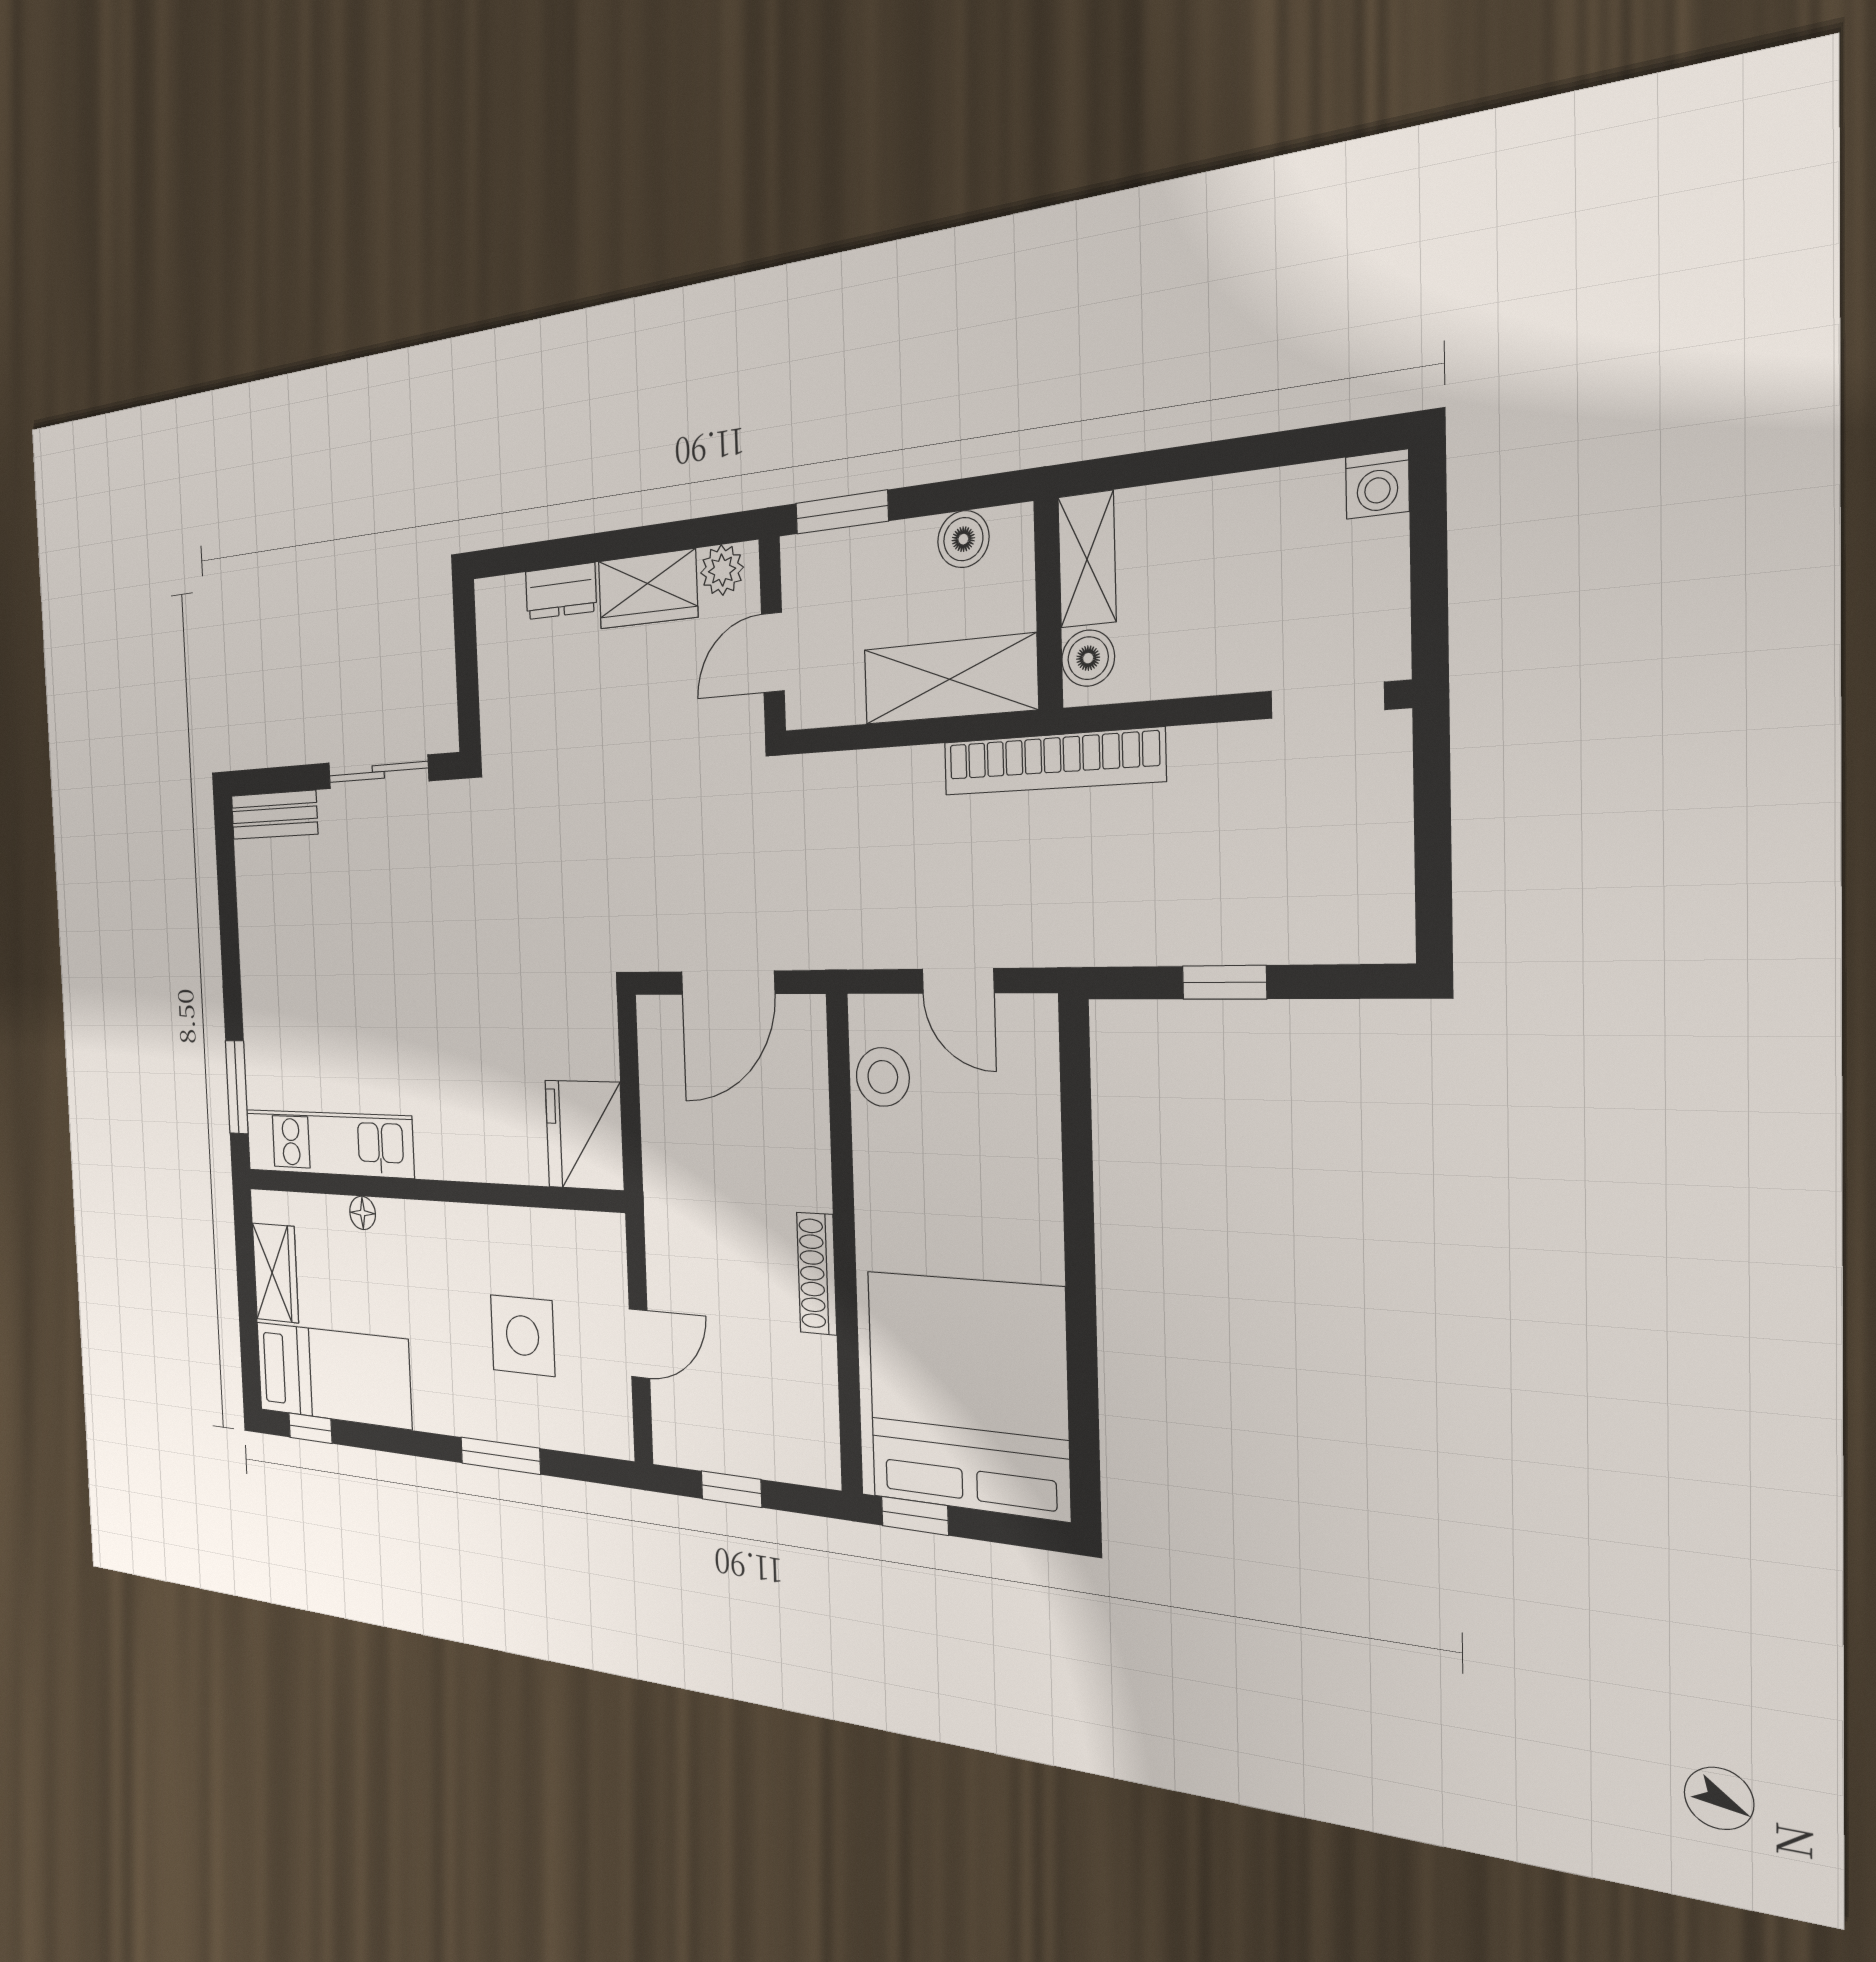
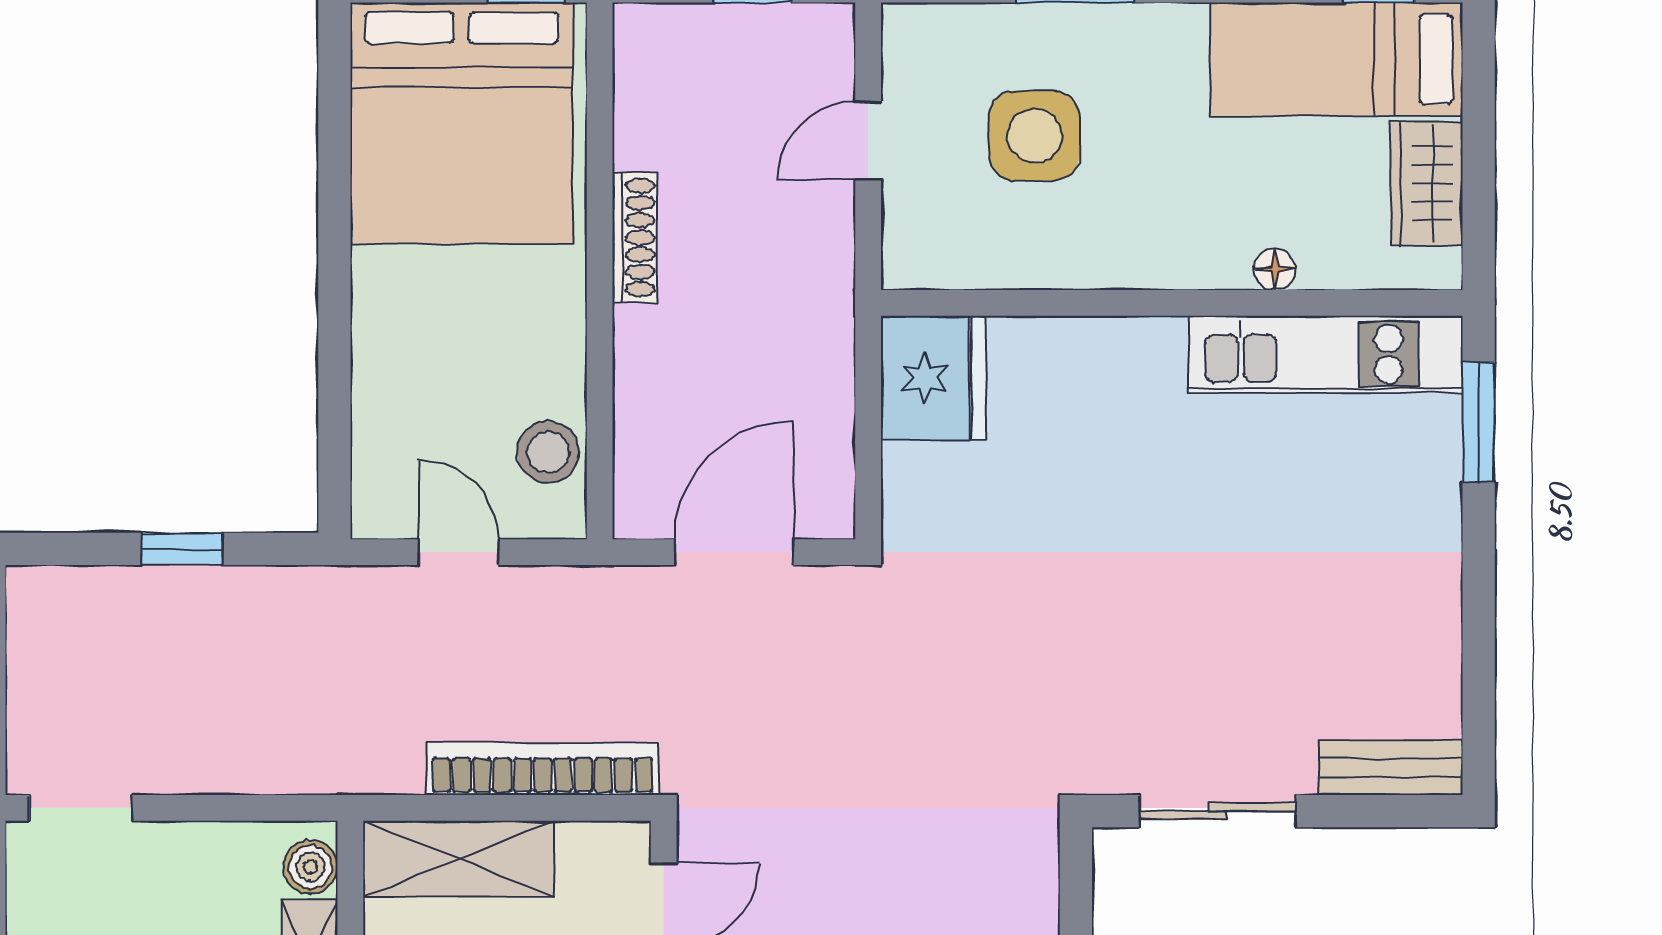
bookcase: (1052, 762) -> (543, 769), moved

